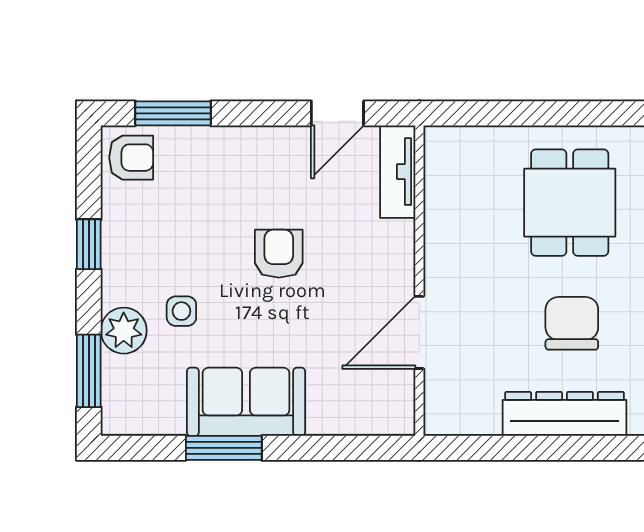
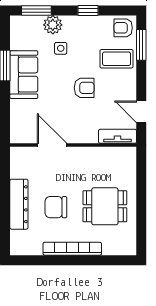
armchair: (131, 158) -> (123, 28), turned 90
coffee table: (207, 174) -> (117, 59), added
chair: (572, 323) -> (56, 207), turned 180

